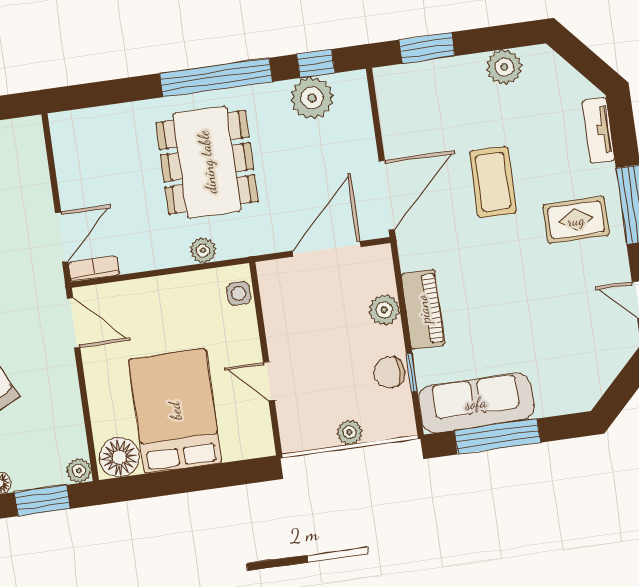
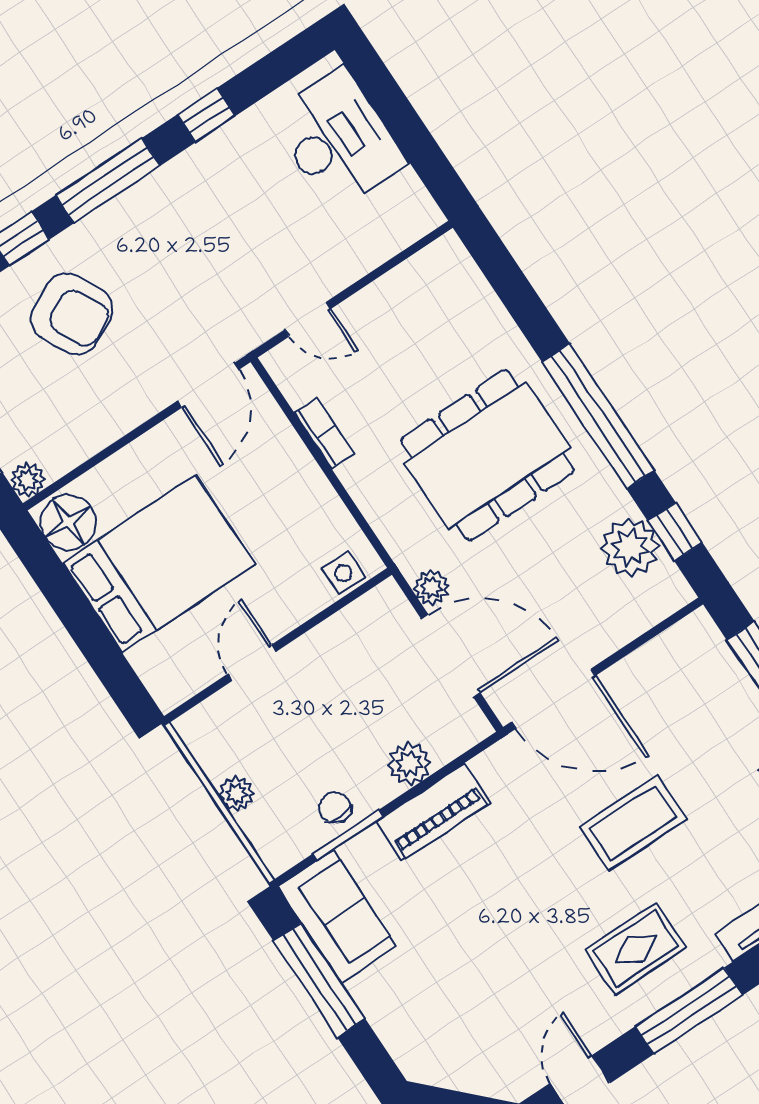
rug: (576, 220) -> (636, 949), turned 90
door: (62, 237) -> (308, 319), width x0.73
plant: (203, 250) -> (431, 587), moved
bookcase: (94, 269) -> (324, 433), moved
chair: (390, 372) -> (335, 808), width x0.73, depth x0.73
window: (412, 373) -> (348, 835), width x1.50
sofa: (476, 403) -> (337, 916), width x0.73

